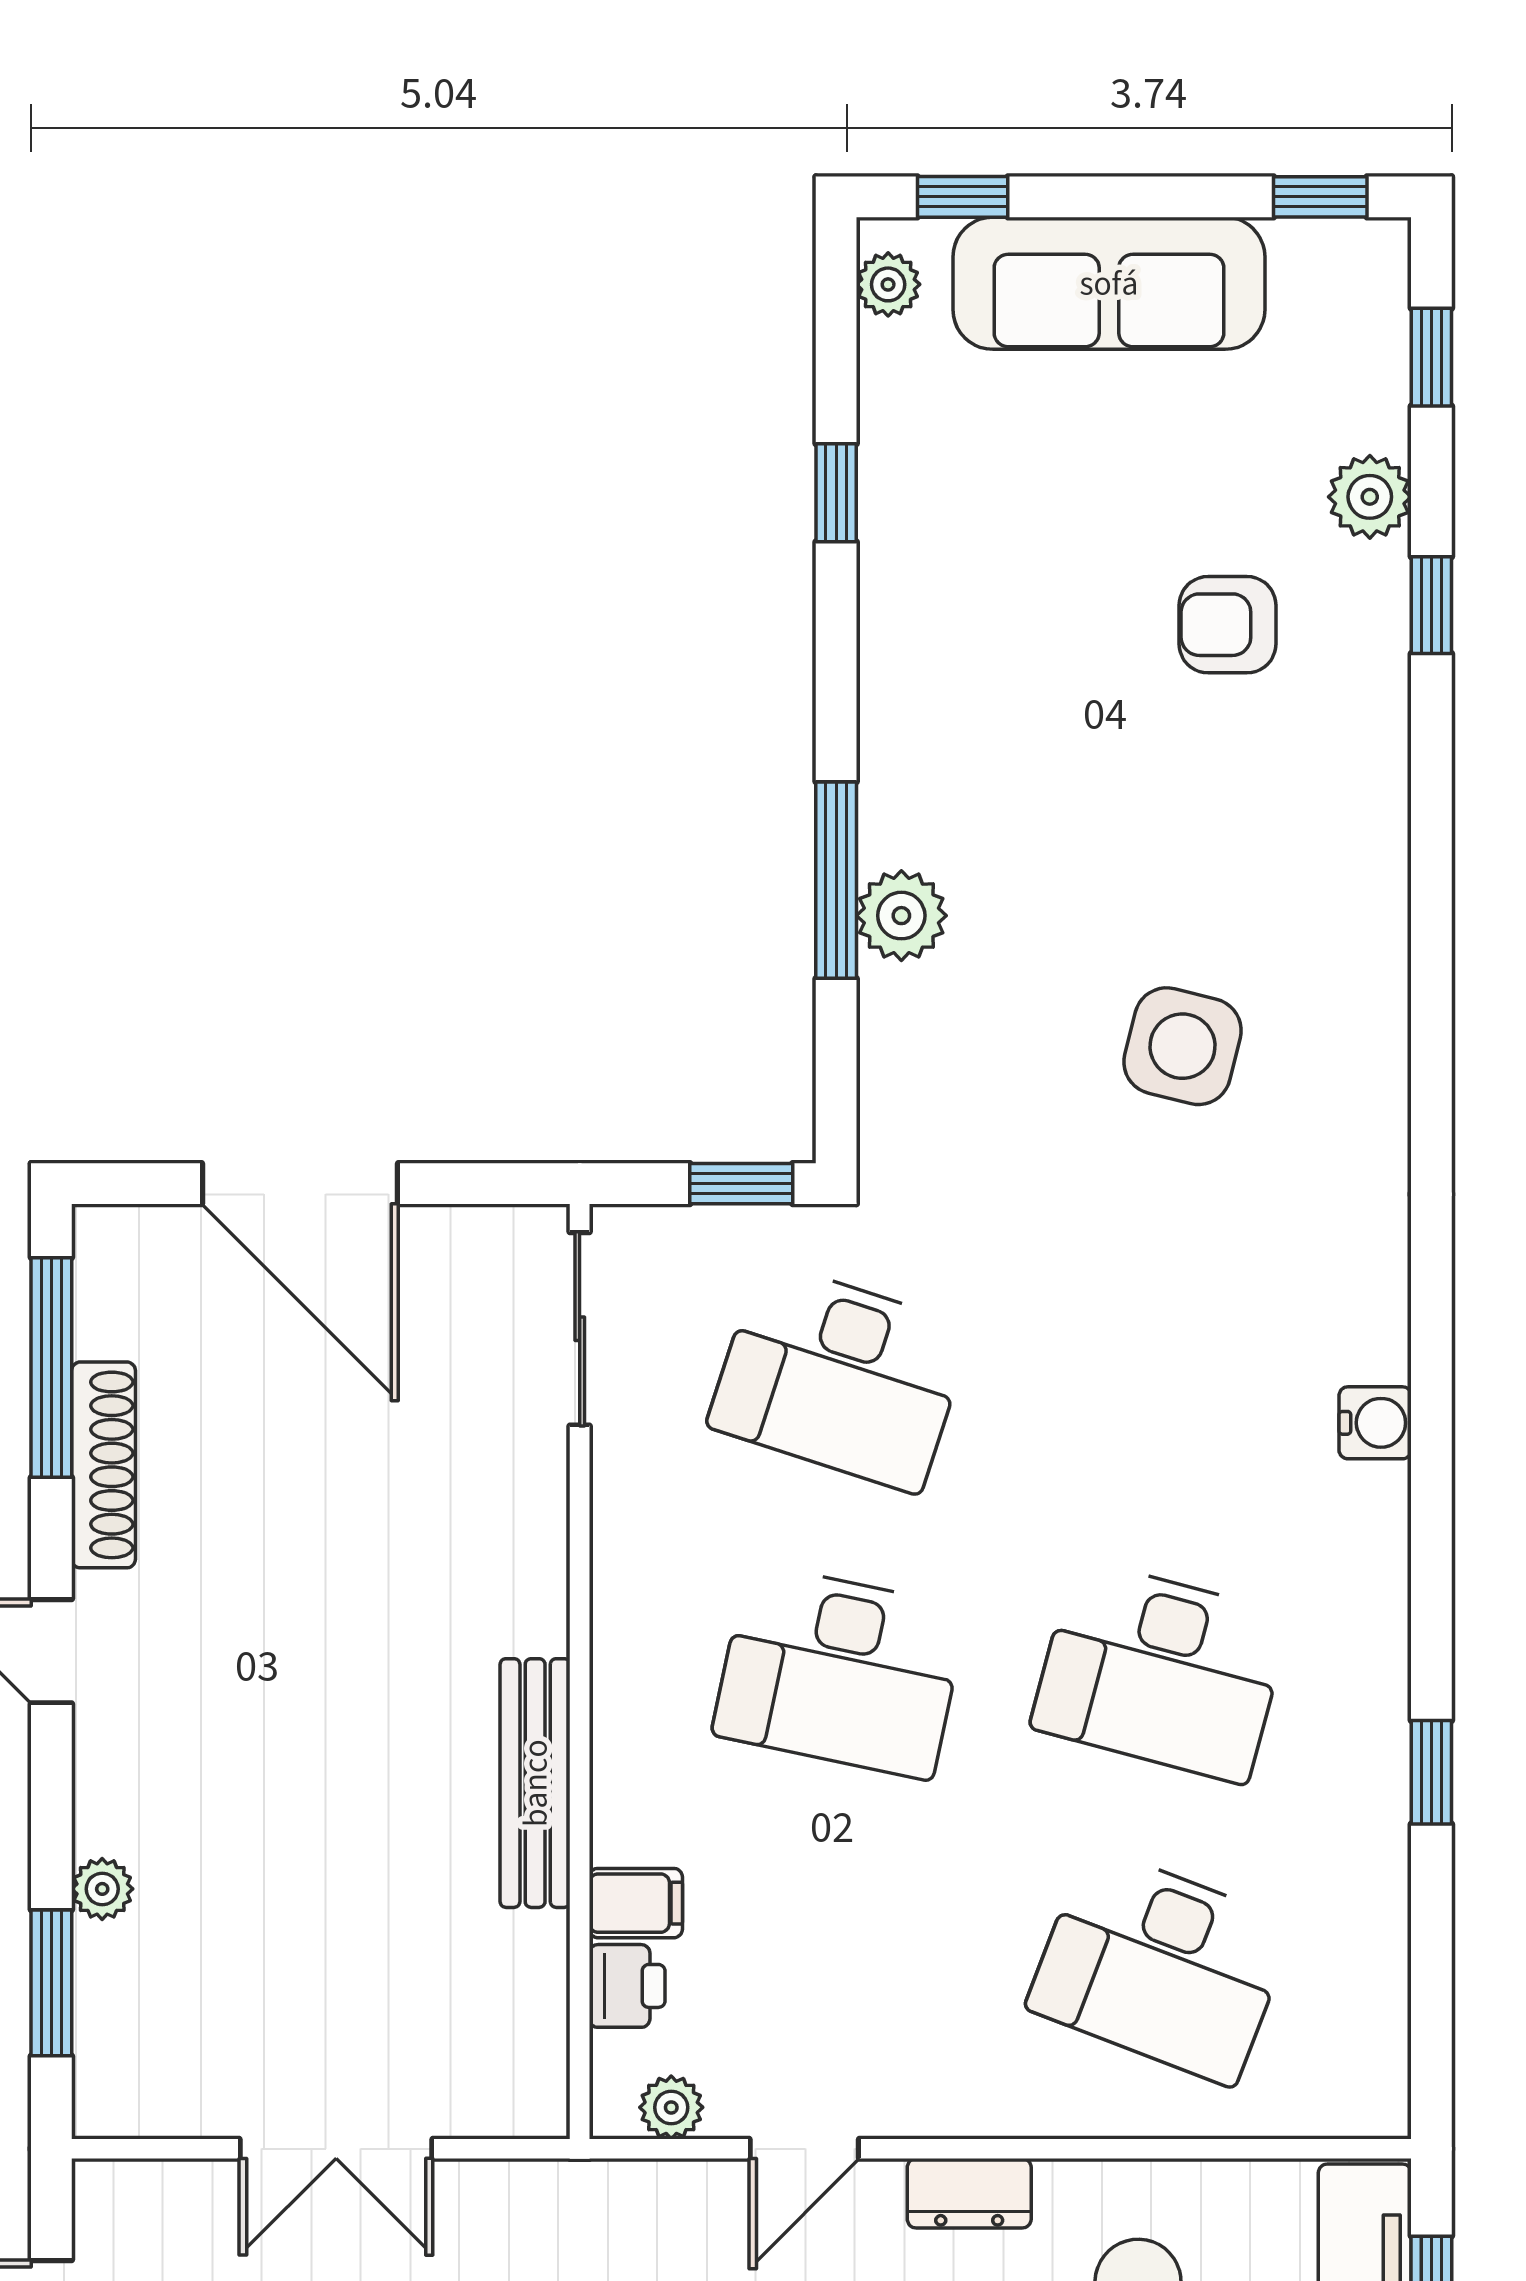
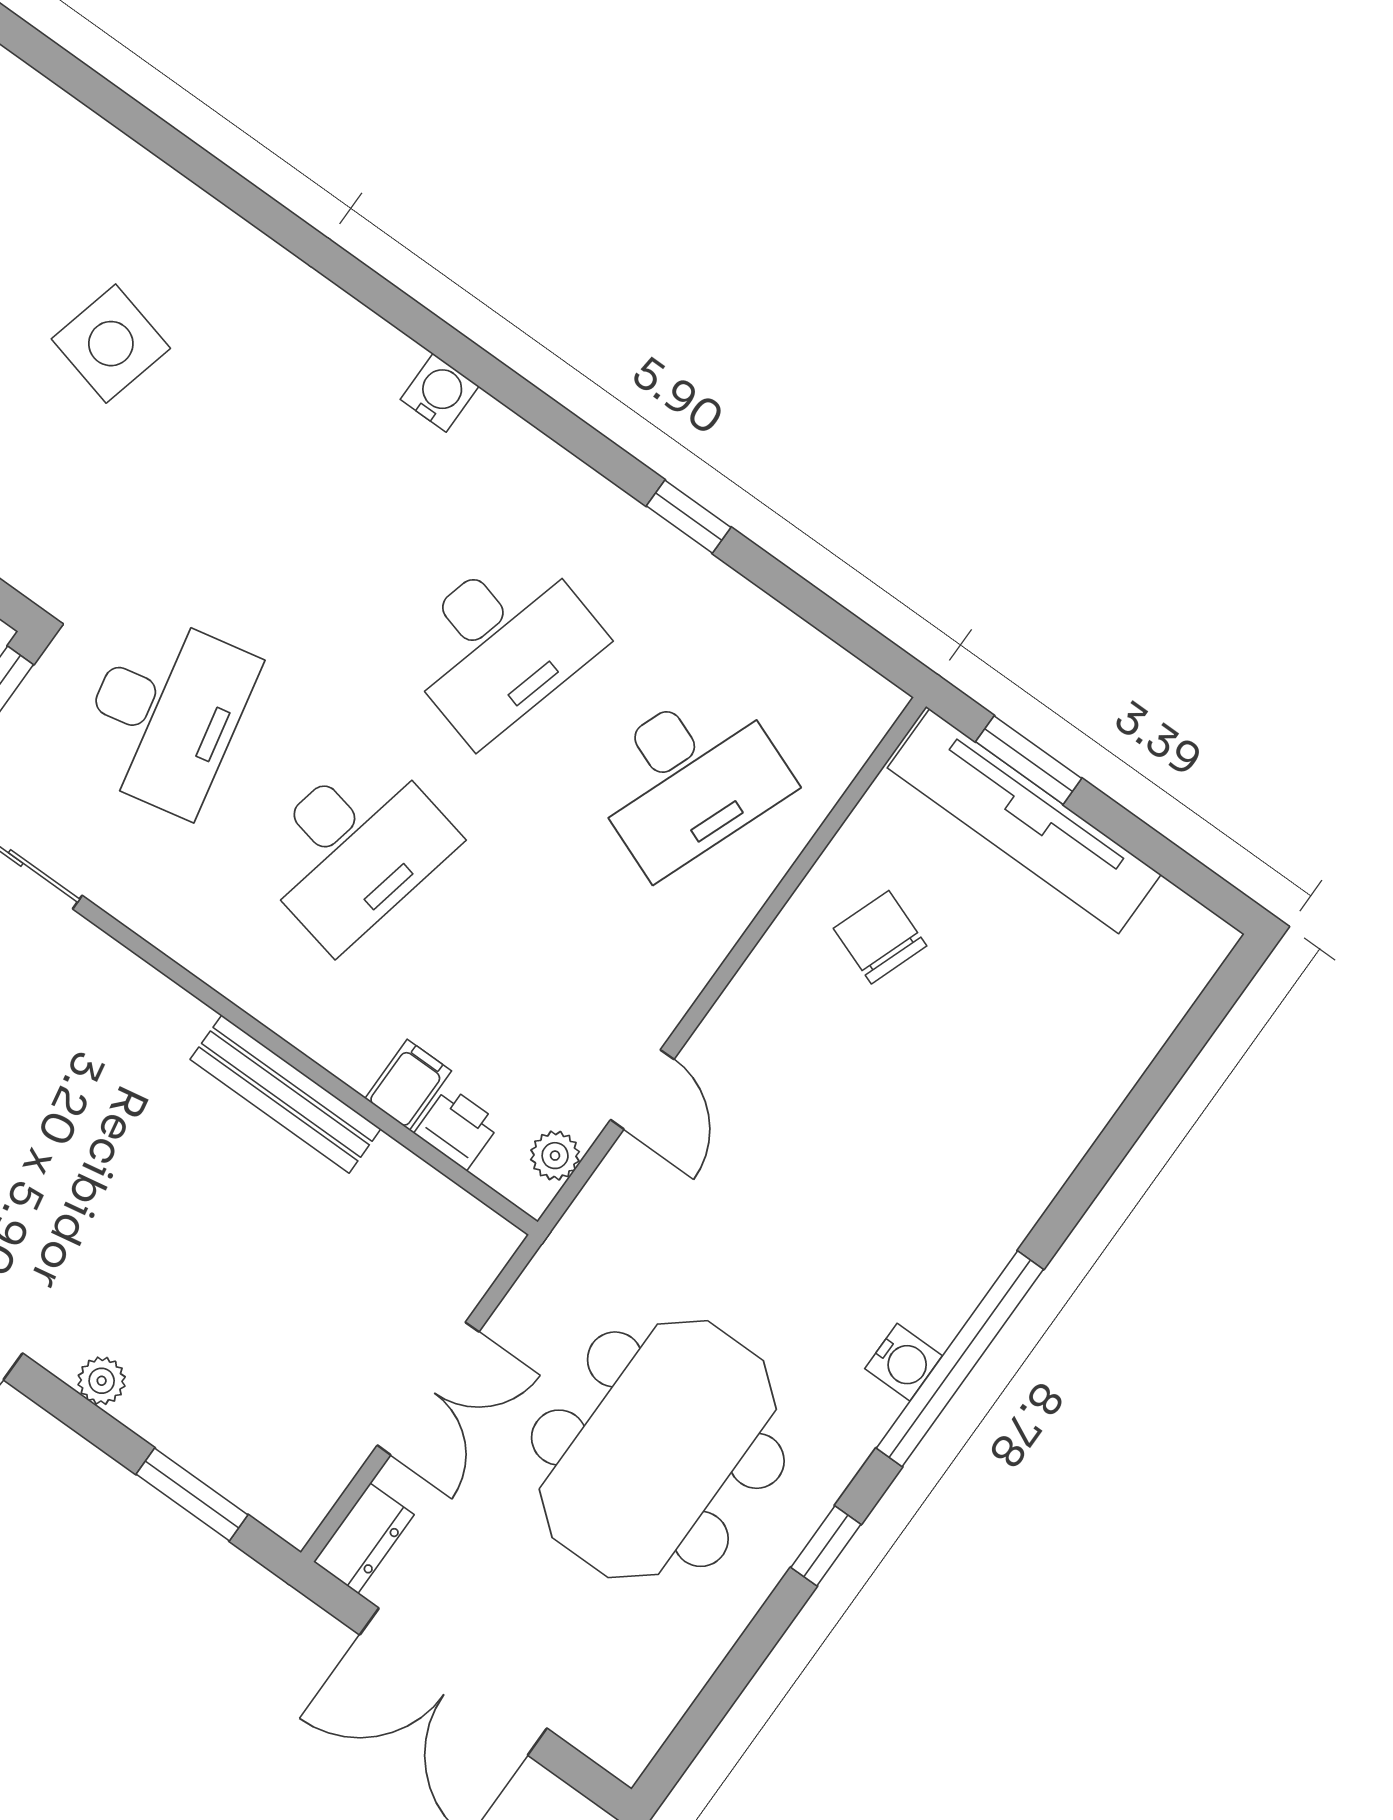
desk: (840, 1377) -> (165, 714), turned -30
plant: (102, 1889) -> (102, 1381), moved
dresser: (969, 2193) -> (364, 1538), moved

